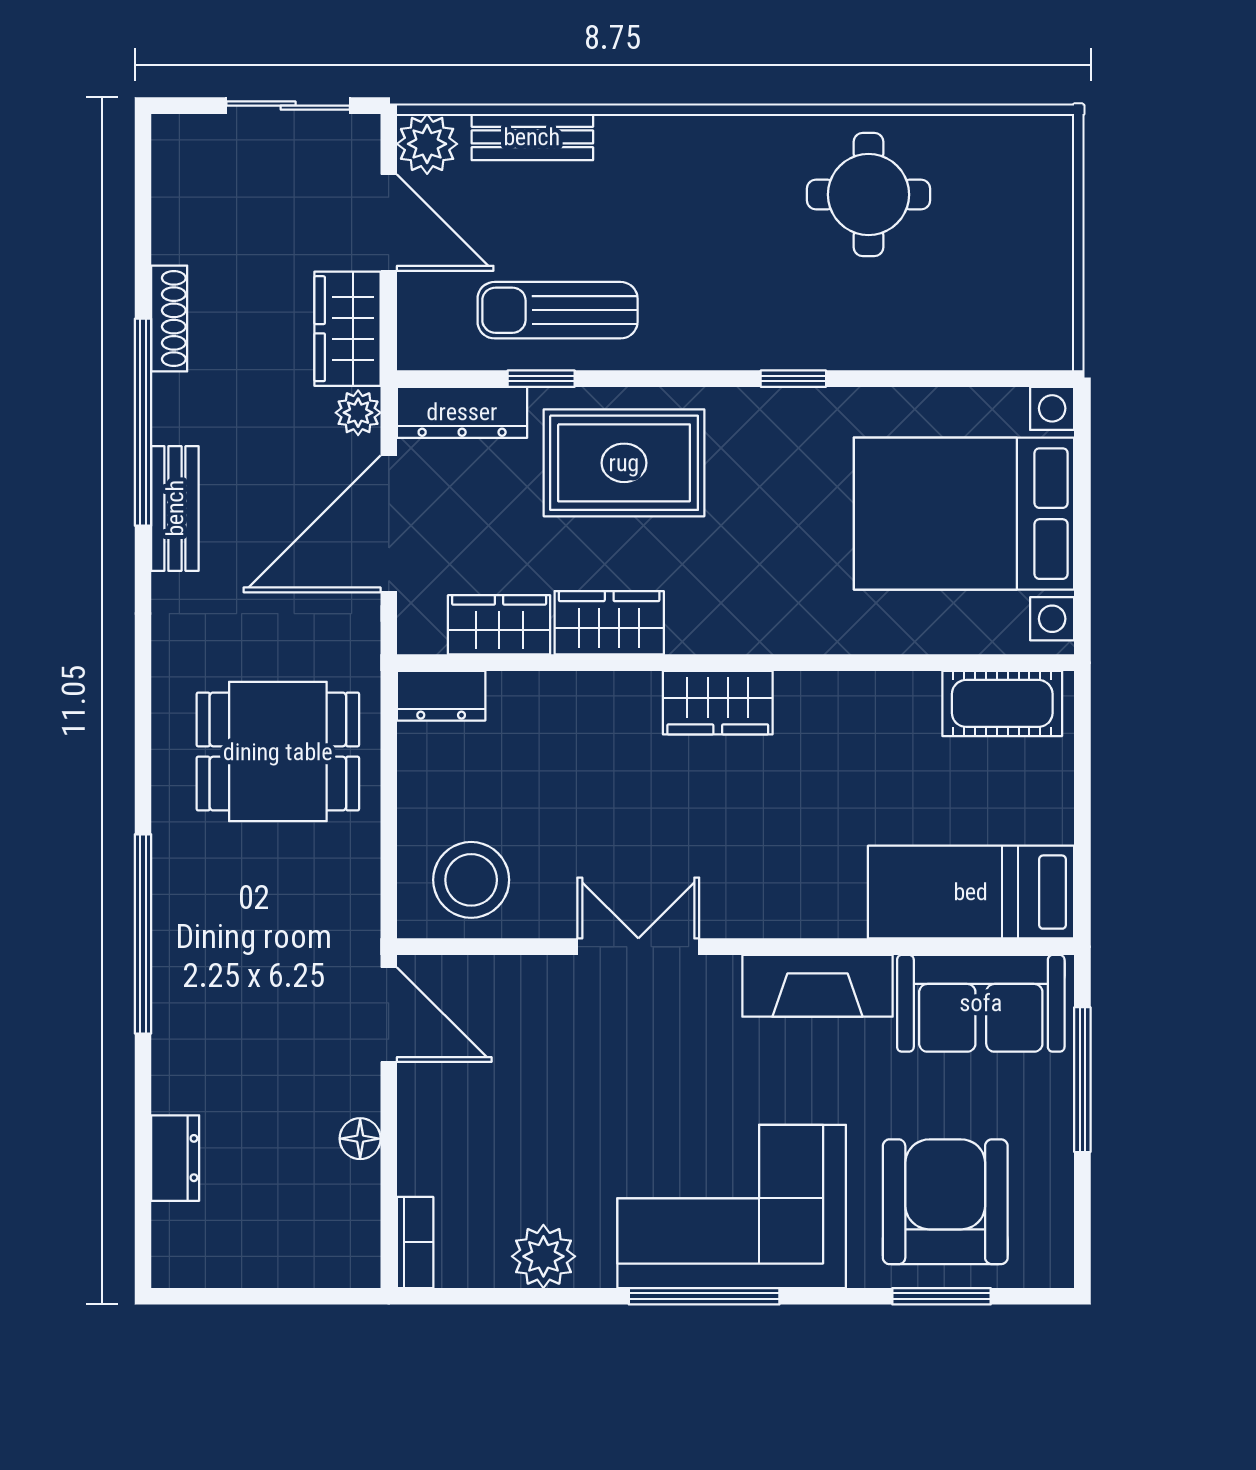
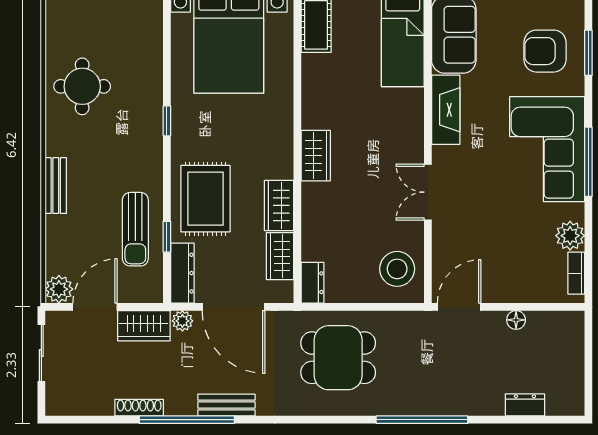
bench: (532, 137) -> (56, 186), moved
dining table: (278, 752) -> (338, 358), turned 90
armchair: (945, 1202) -> (545, 51), width x0.73, depth x0.73
bookcase: (415, 1242) -> (576, 273), moved, turned -90

